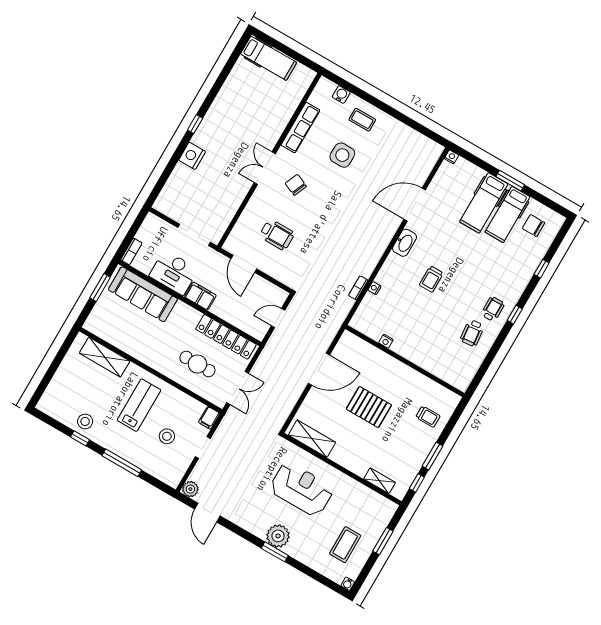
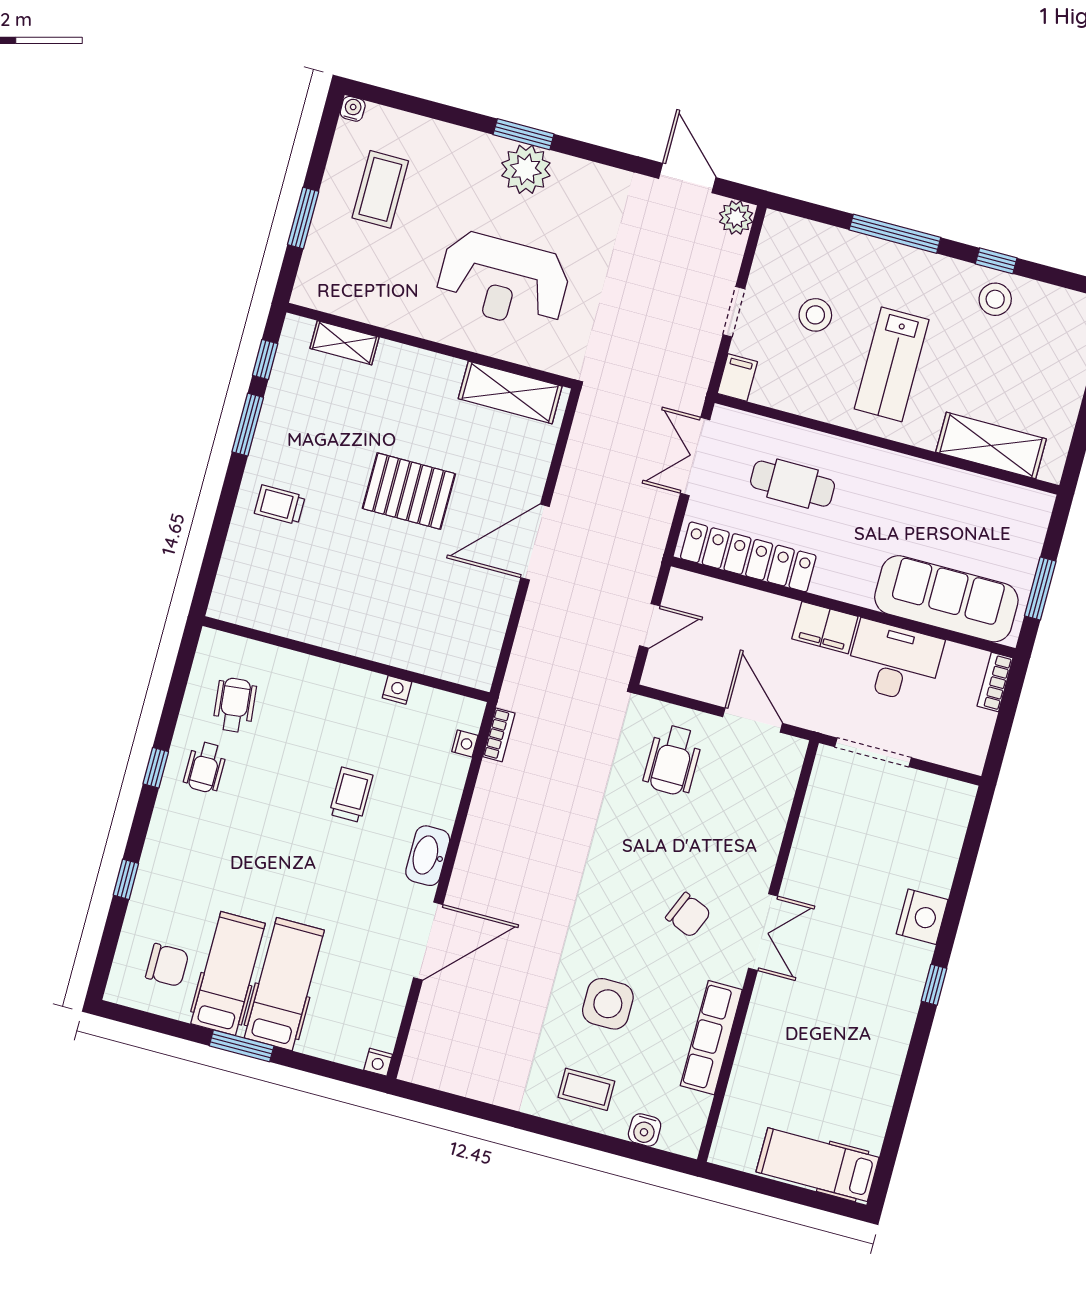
wheelchair: (277, 235) -> (673, 760), moved, turned -90
nightstand: (386, 341) -> (397, 690), moved
wall: (405, 361) -> (346, 659), moved

